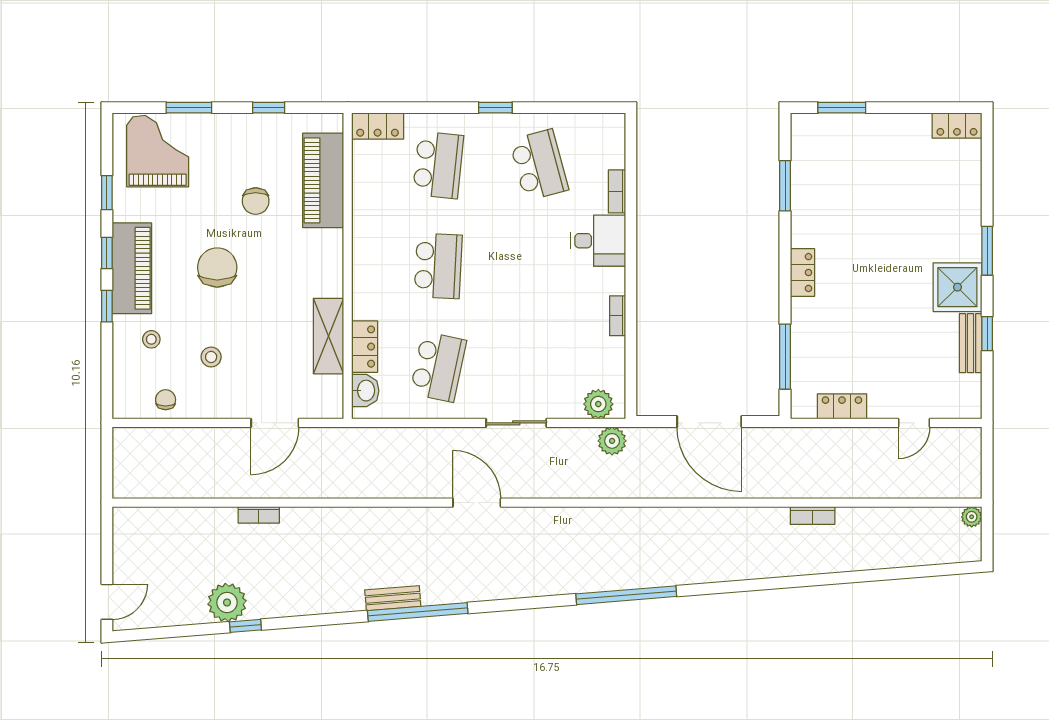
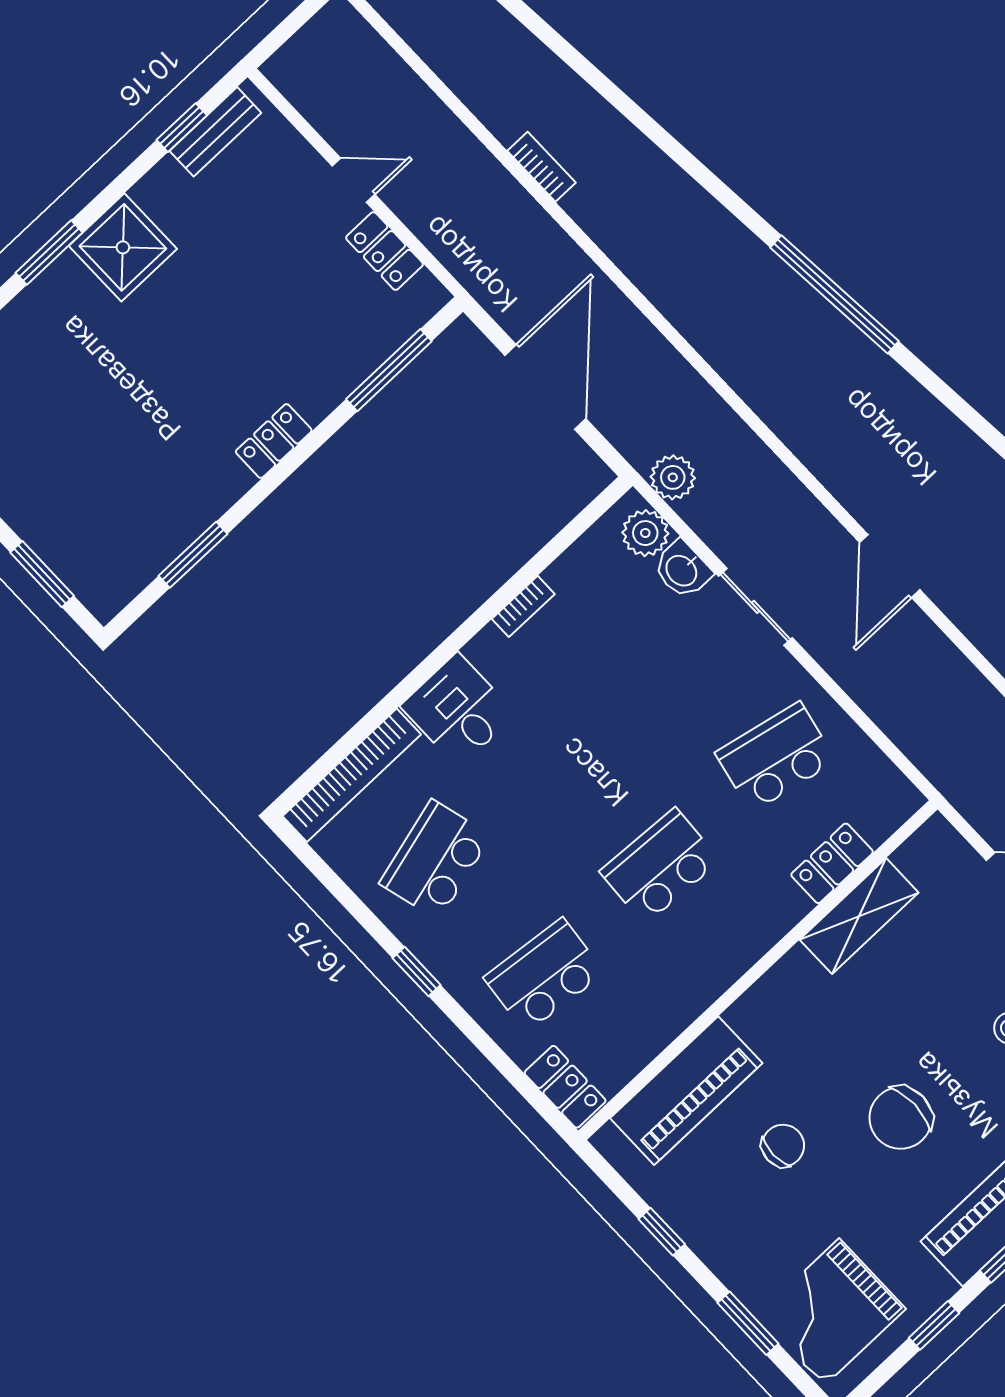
bookcase: (617, 191) -> (352, 775), width x2.31, depth x1.31
window: (987, 334) -> (182, 128), moved
bench: (971, 343) -> (215, 132), moved
washbasin: (365, 391) -> (682, 570), moved, turned -90
door: (914, 423) -> (353, 180), moved

